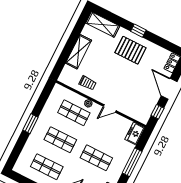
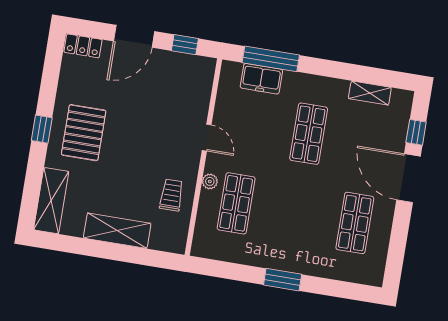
freezer: (135, 133) -> (261, 79), moved
shop shelf: (60, 140) -> (295, 213), removed
window: (132, 162) -> (271, 59), moved

